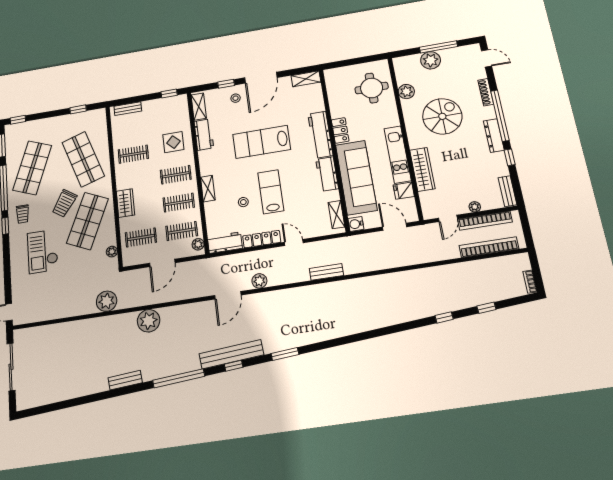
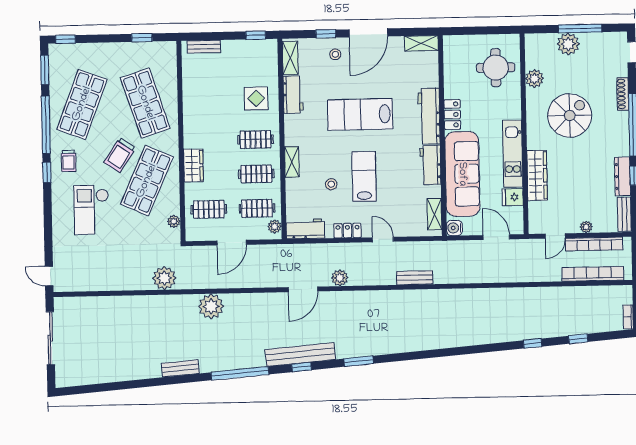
dresser: (494, 136) -> (622, 176), moved
clothes rail: (133, 154) -> (207, 106), removed
locker: (262, 239) -> (347, 231), width x0.66

